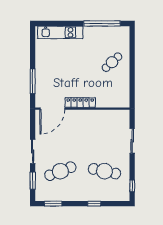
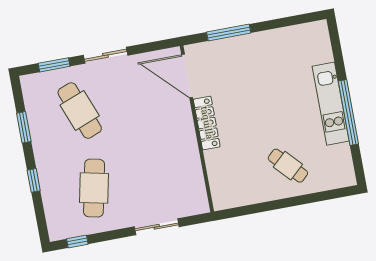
window: (102, 24) -> (348, 112), moved
kitchen unit: (60, 32) -> (331, 104), moved
window: (53, 204) -> (24, 127), moved

